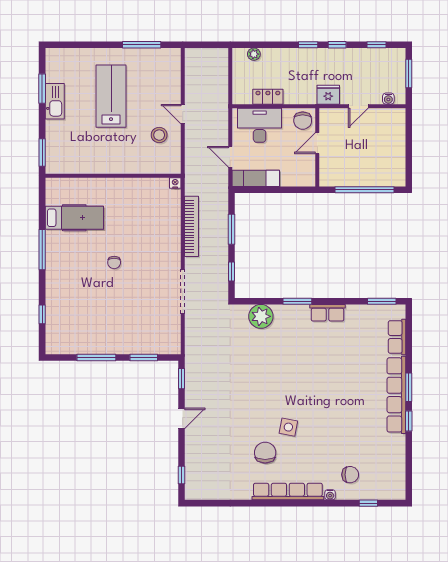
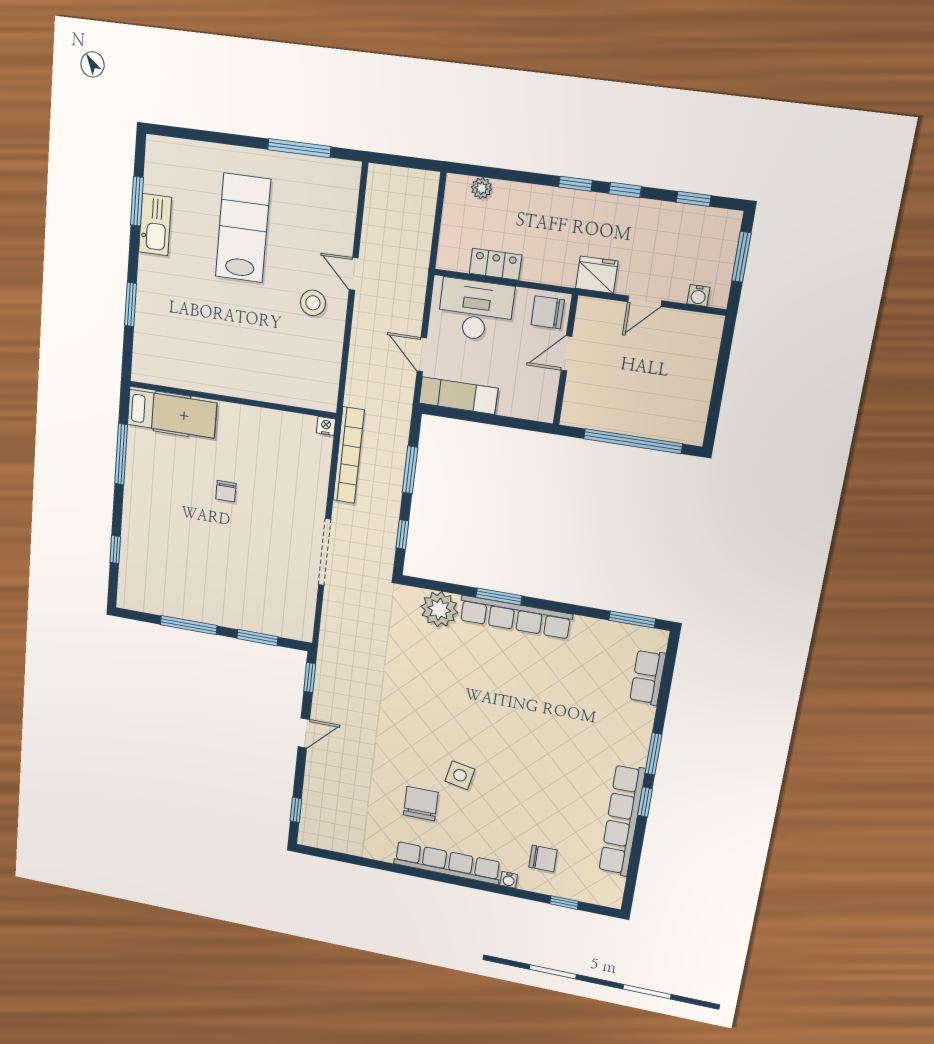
chair: (303, 121) -> (548, 312), turned 90
wall: (113, 176) -> (232, 400), moved
nightstand: (175, 183) -> (326, 426), moved
row of seats: (327, 313) -> (515, 617), width x2.02
row of seats: (396, 395) -> (622, 820), moved

